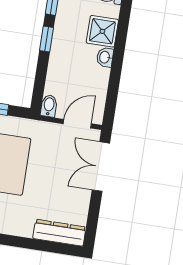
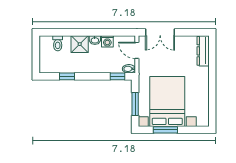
window: (47, 39) -> (117, 76), moved
washing machine: (100, 77) -> (107, 41), added

